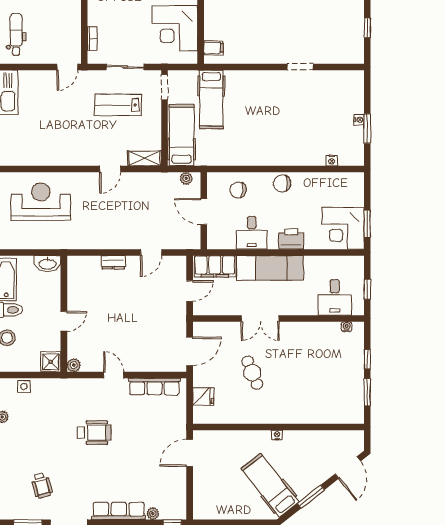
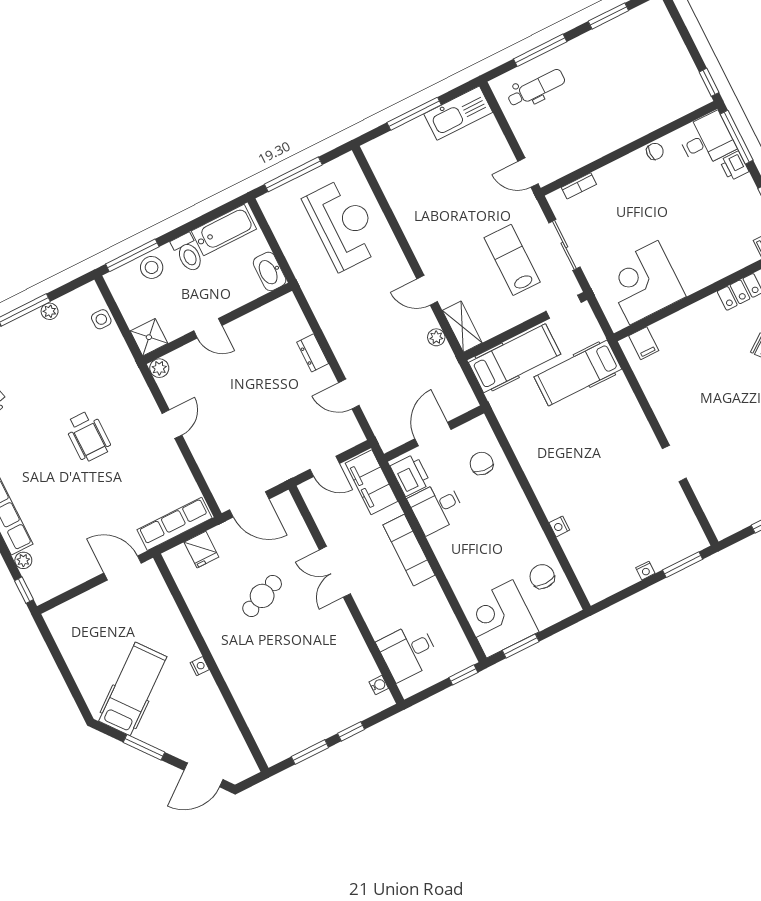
window: (367, 128) -> (683, 565), moved
nightstand: (332, 161) -> (559, 526), moved
plant: (186, 178) -> (436, 337), moved
chair: (282, 183) -> (542, 577), moved
printer: (291, 239) -> (411, 475), moved
exam couch: (270, 268) -> (409, 550), width x0.73, depth x0.69
window: (367, 289) -> (463, 675), moved
row of seats: (154, 387) -> (175, 524), moved, turned 90

